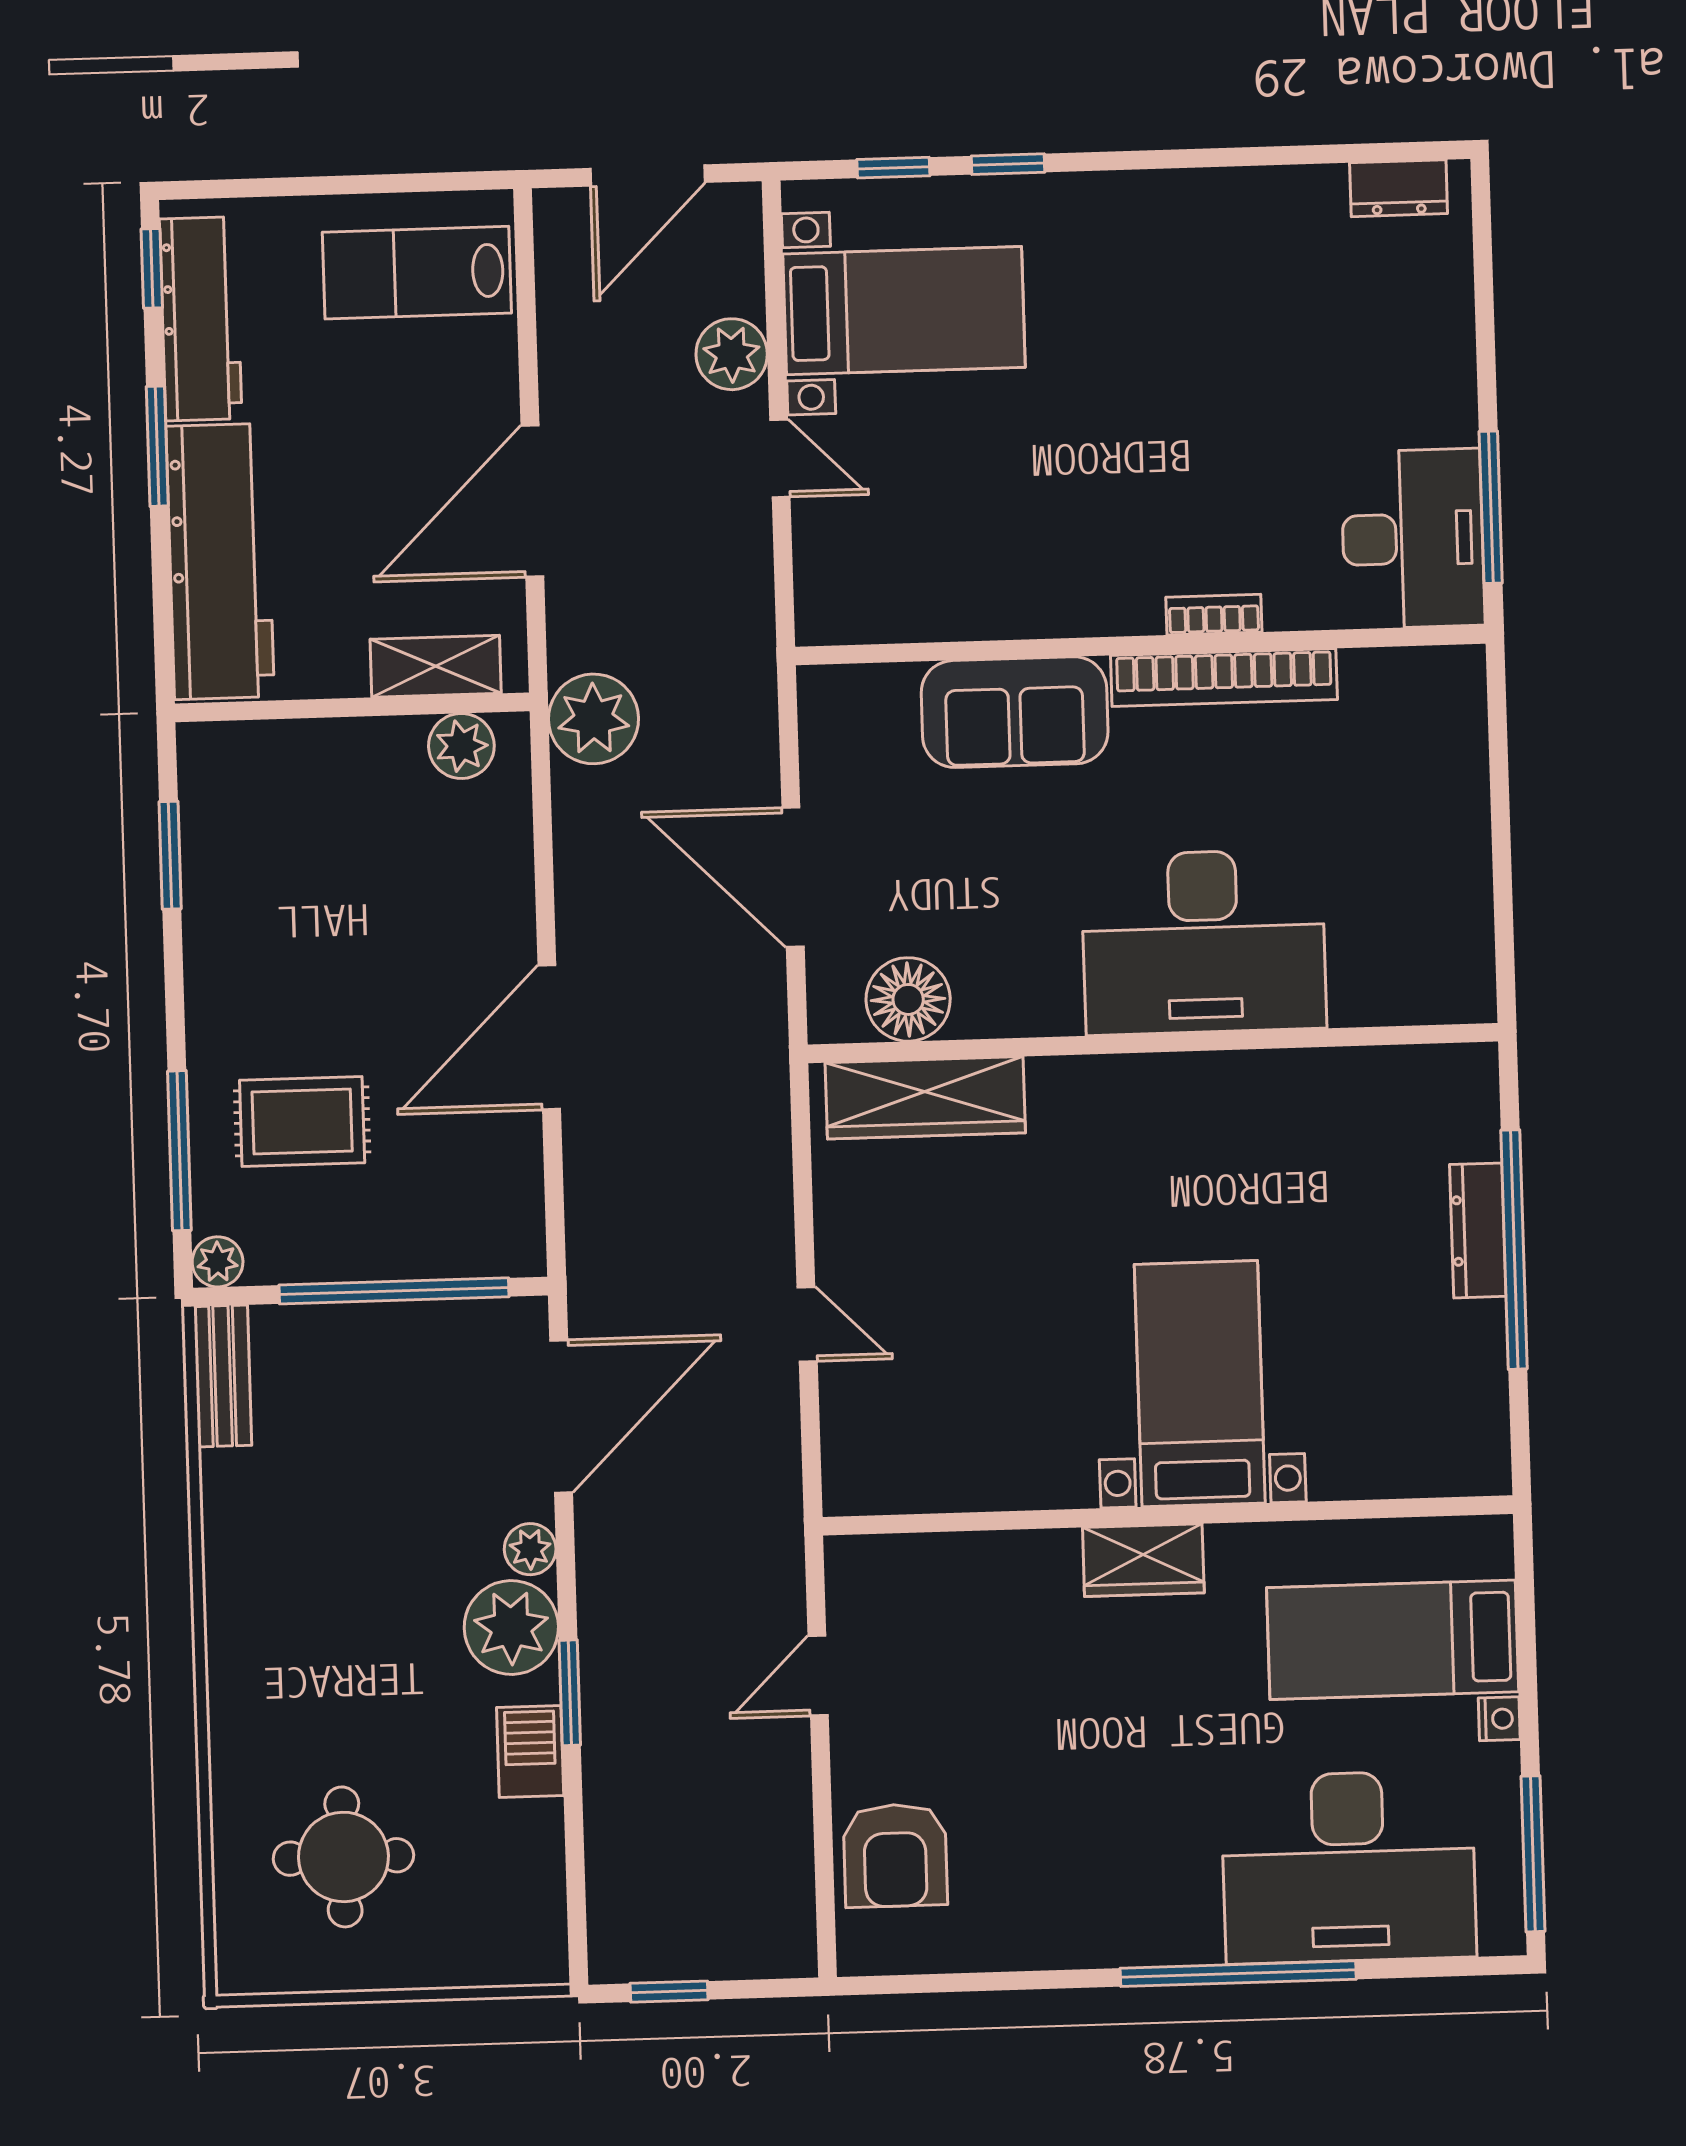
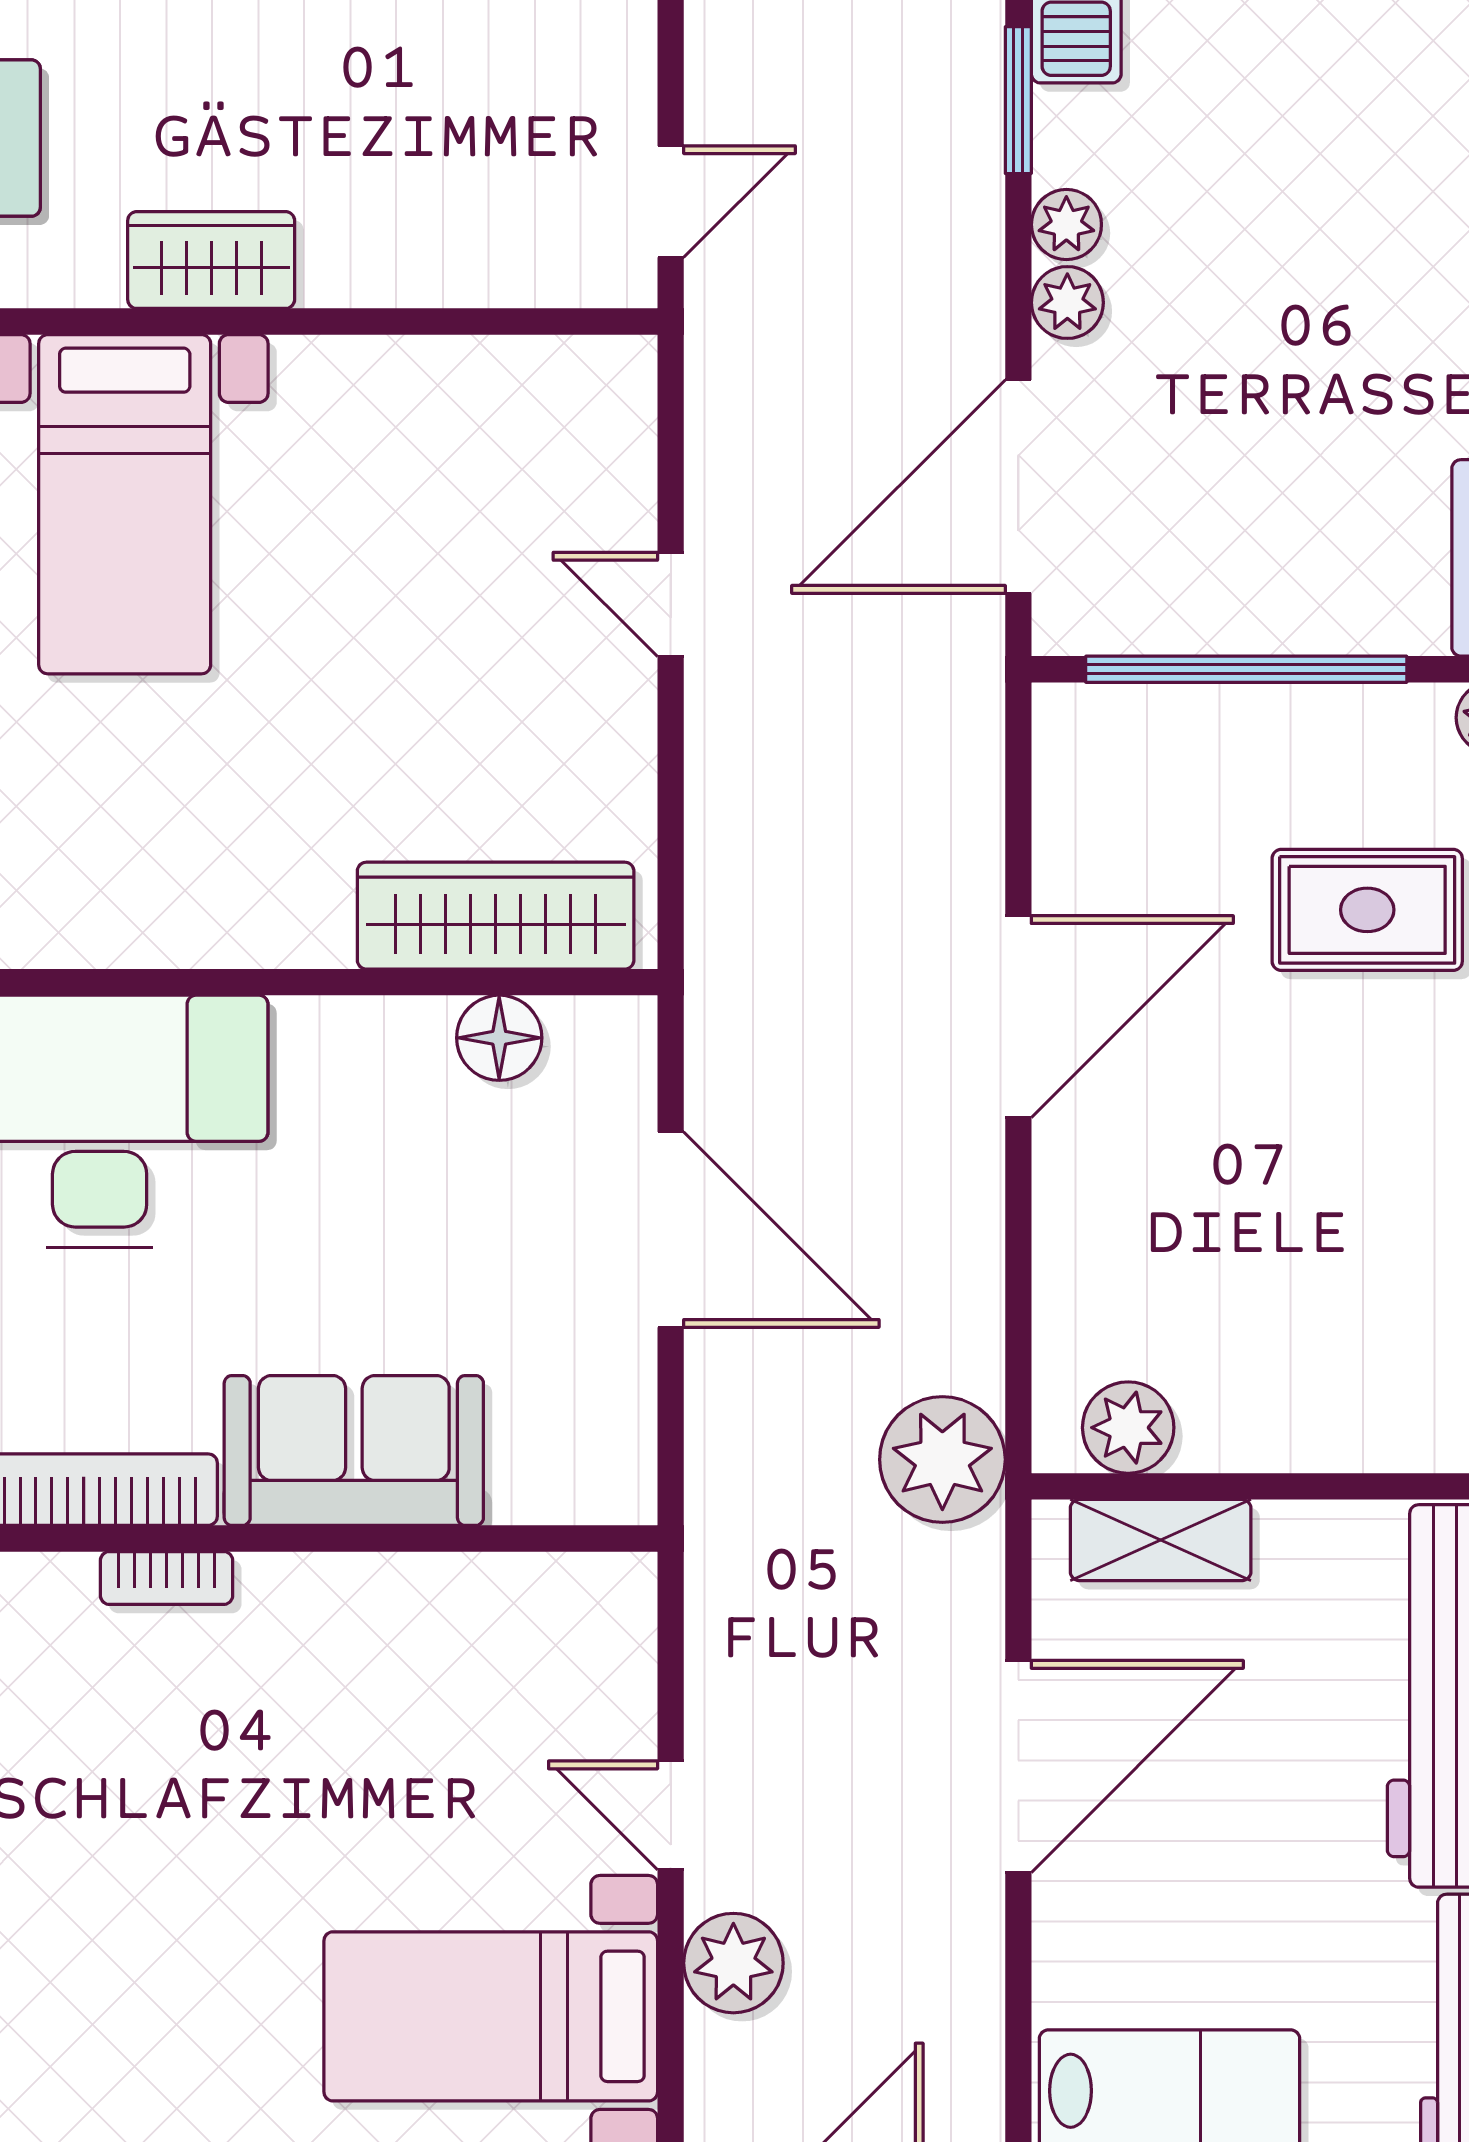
bookcase: (1214, 615) -> (167, 1578), moved
floor lamp: (908, 999) -> (499, 1038), width x0.73, depth x0.73
plant: (511, 1628) -> (1066, 225), width x0.53, depth x0.53
door: (818, 1676) -> (671, 202), moved

